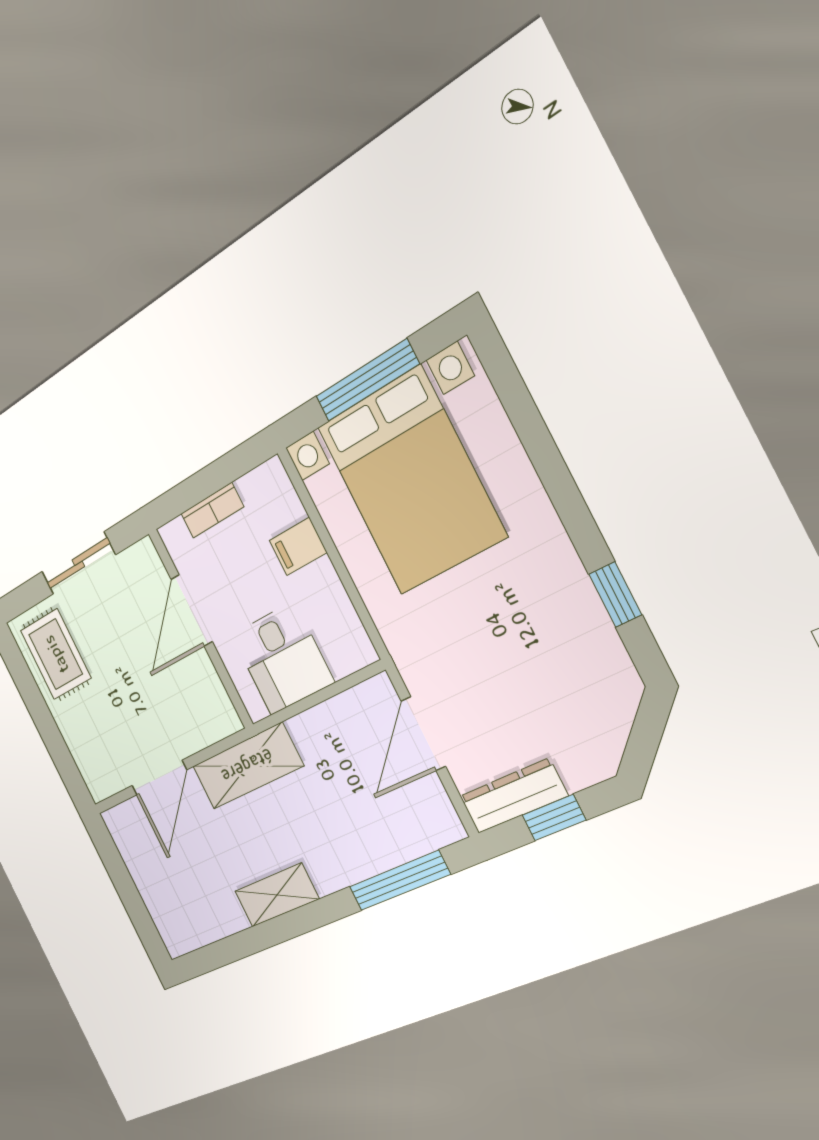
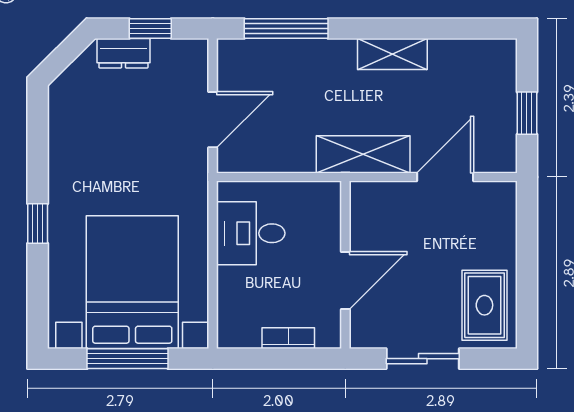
filing cabinet: (298, 547) -> (236, 282), removed
window: (615, 594) -> (38, 224), moved
desk: (283, 658) -> (251, 233), moved, turned -90
dresser: (513, 796) -> (123, 53), moved, width x0.70
window: (123, 882) -> (527, 113), added

